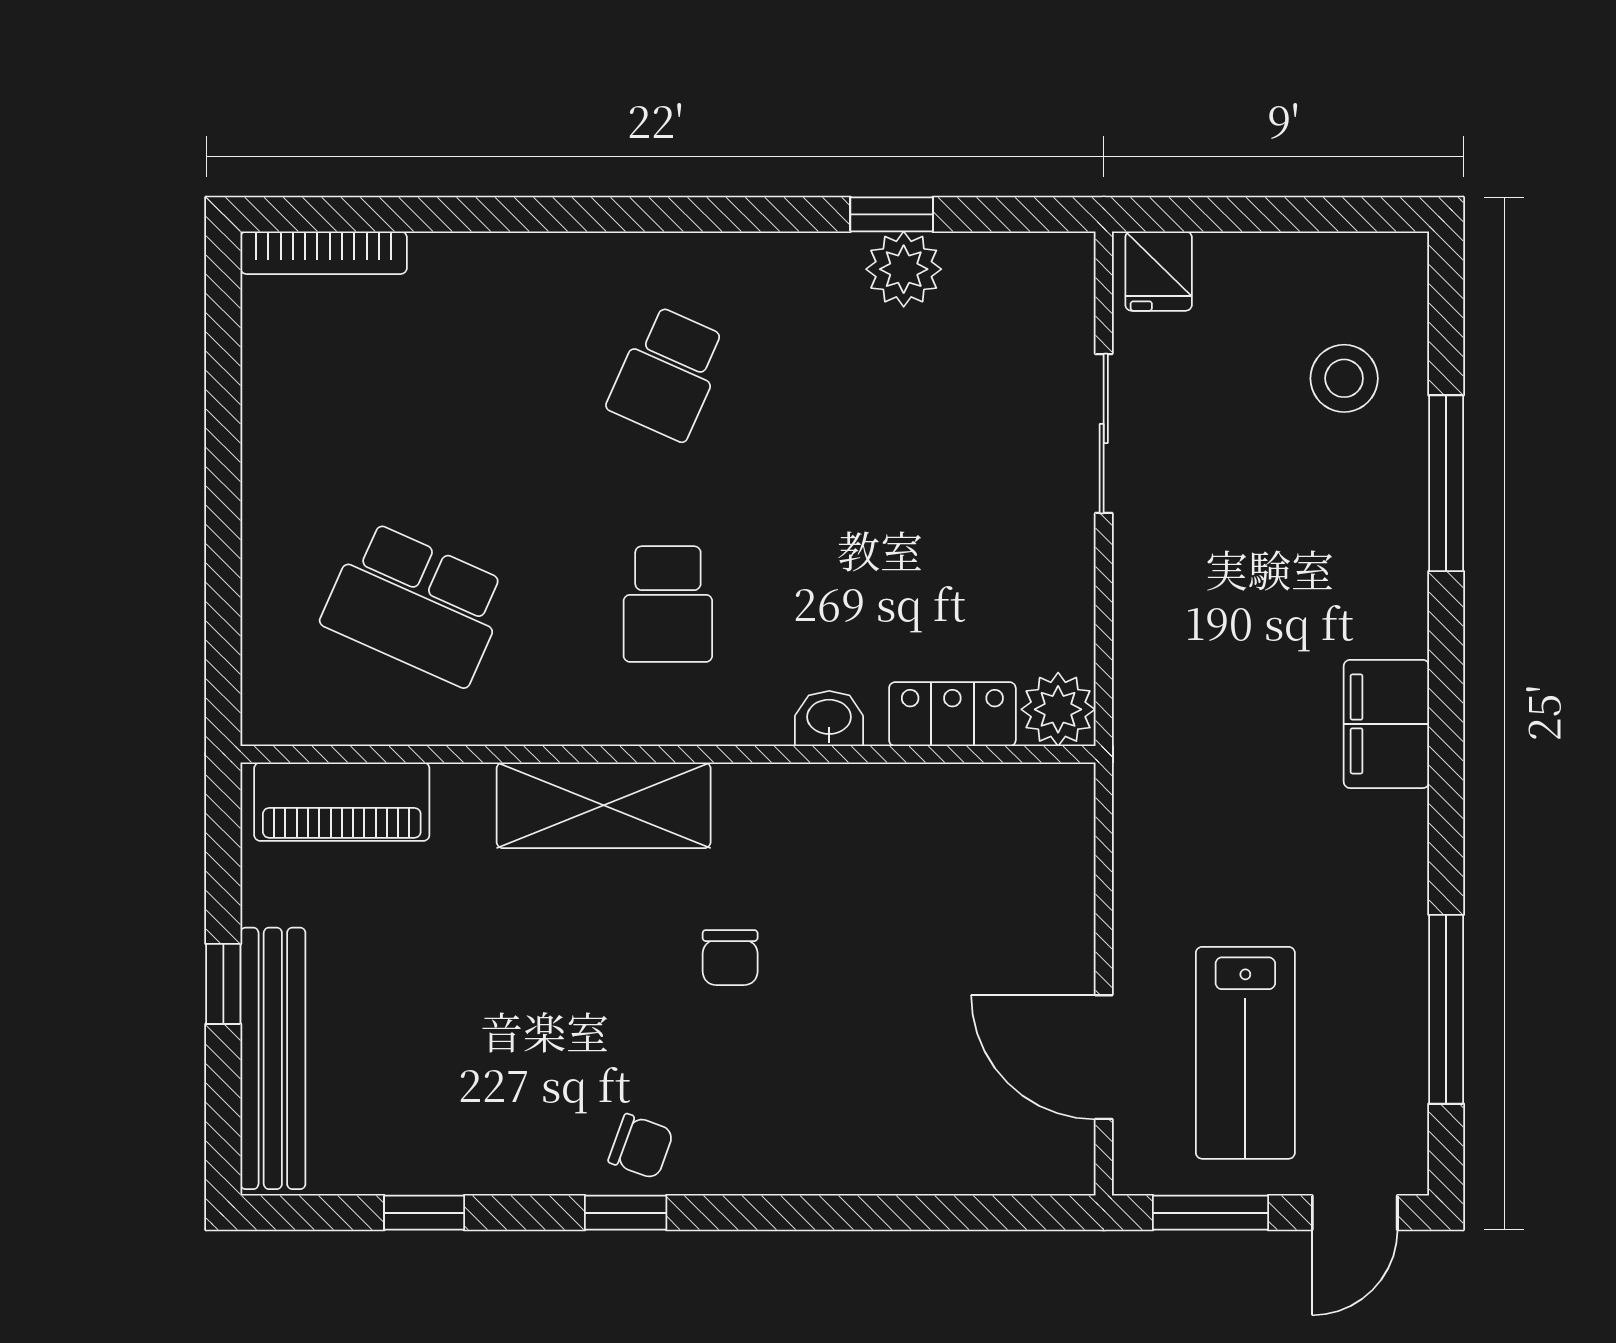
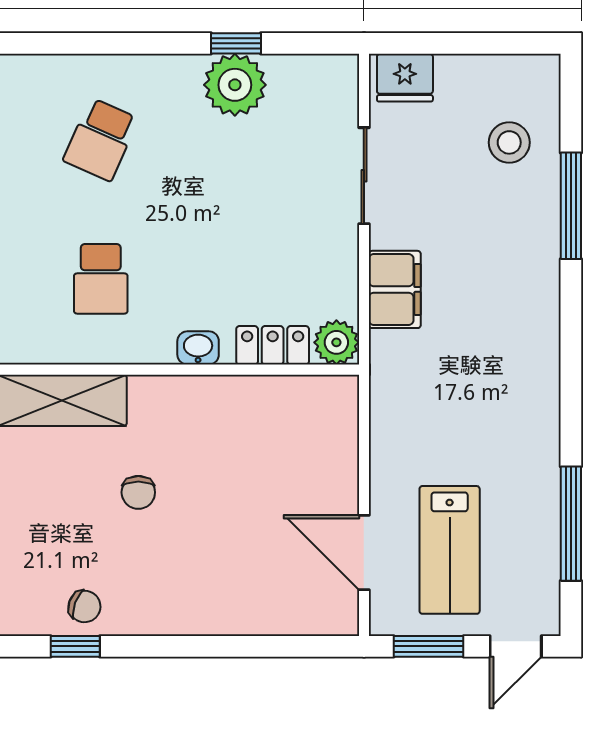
plant: (904, 269) -> (235, 85), width x1.36, depth x1.36
fridge: (1159, 271) -> (405, 78), width x1.38
filing cabinet: (1386, 724) -> (395, 289), moved, turned 180

